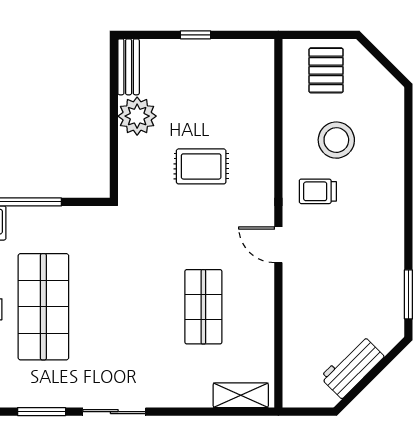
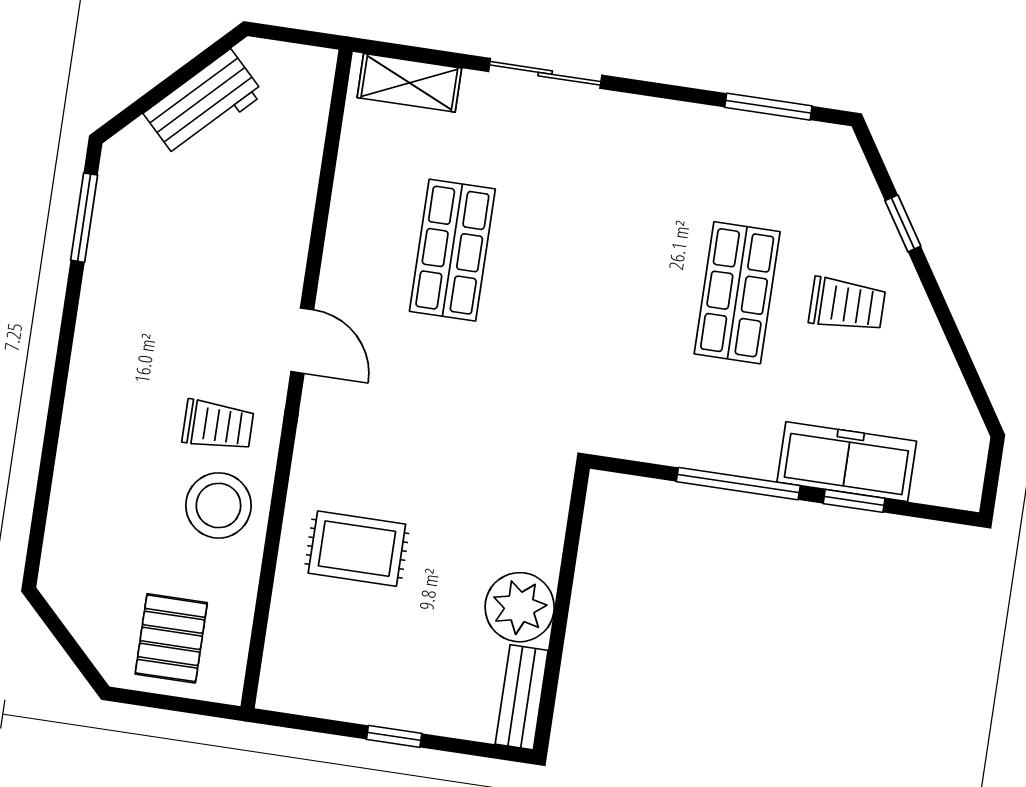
stool: (336, 140) -> (218, 505), moved
rug: (201, 166) -> (357, 549), moved
shop shelf: (43, 307) -> (737, 293), width x0.70, depth x0.74
sliding door: (114, 412) -> (545, 73), moved

